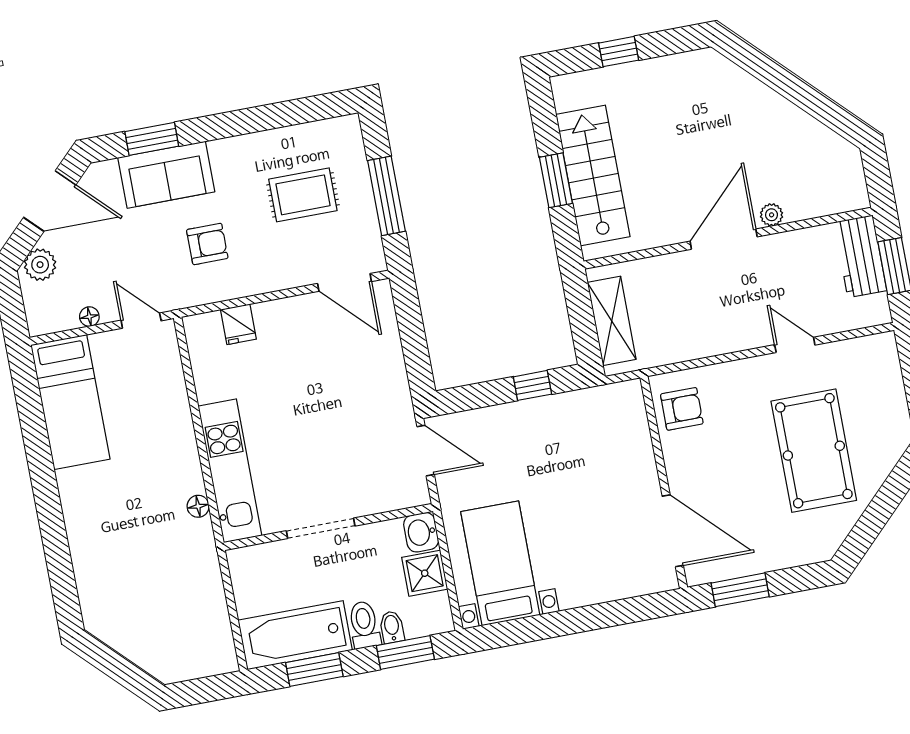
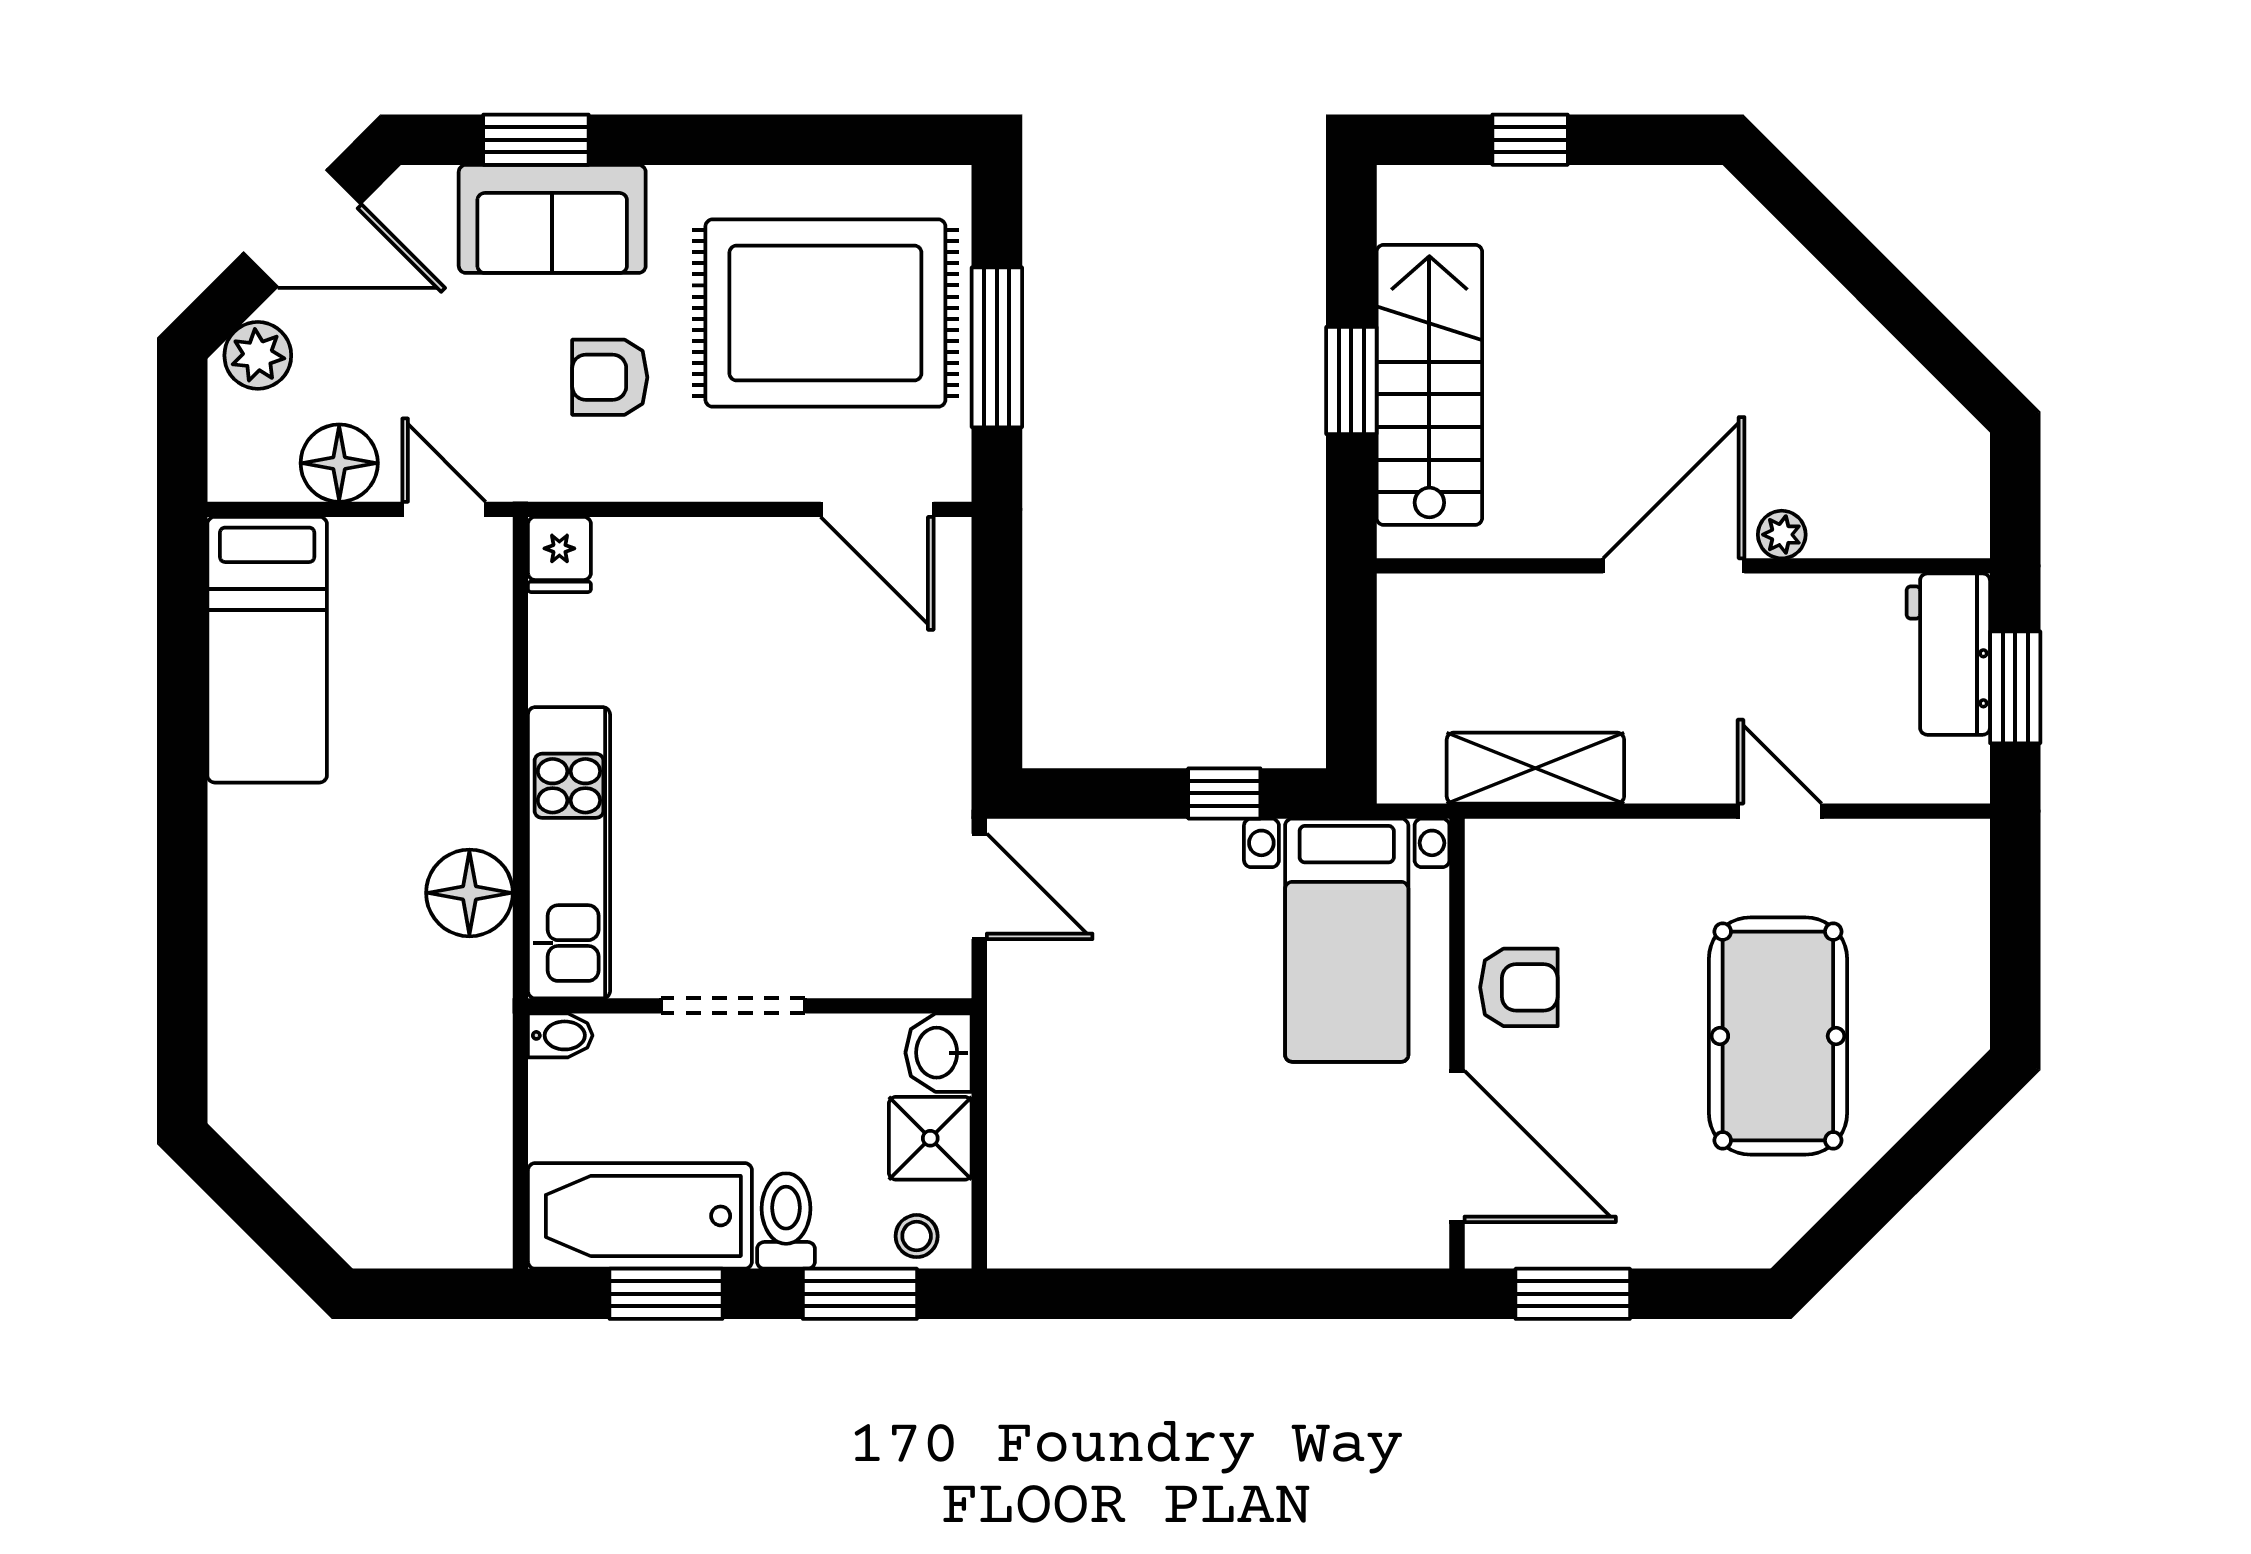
rug: (303, 195) -> (825, 313), width x1.86, depth x2.06
armchair: (207, 244) -> (610, 377), turned 180
floor lamp: (89, 317) -> (339, 463), width x1.89, depth x1.89
shelving: (612, 321) -> (1535, 768), moved, turned 90
fridge: (238, 324) -> (559, 554), moved
armchair: (682, 409) -> (1519, 987), moved
floor lamp: (198, 506) -> (469, 893), width x1.89, depth x1.89
bed with nightstands: (500, 563) -> (1347, 940), moved, turned 180
stool: (427, 620) -> (917, 1236), added
bidet: (392, 627) -> (560, 1035), moved, turned 90

